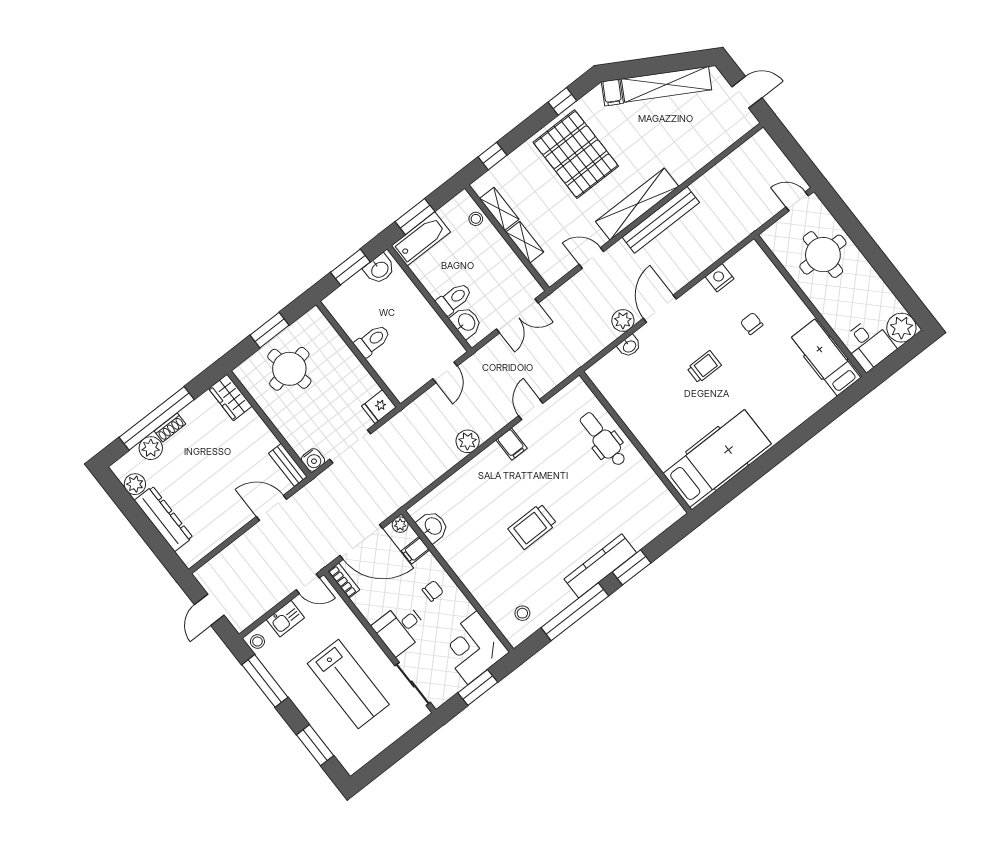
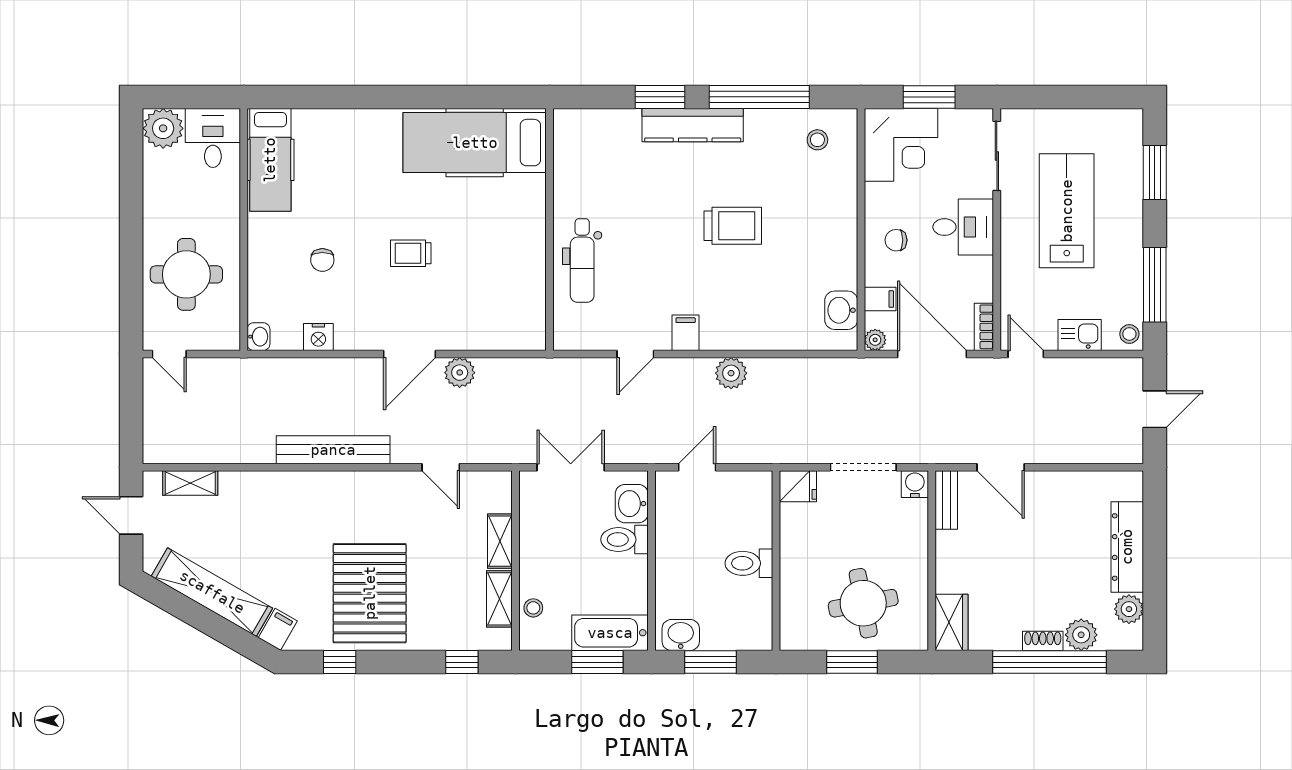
shelving: (637, 204) -> (190, 483), moved, width x0.45, depth x0.75
washbasin: (629, 346) -> (258, 337), moved, turned 90

